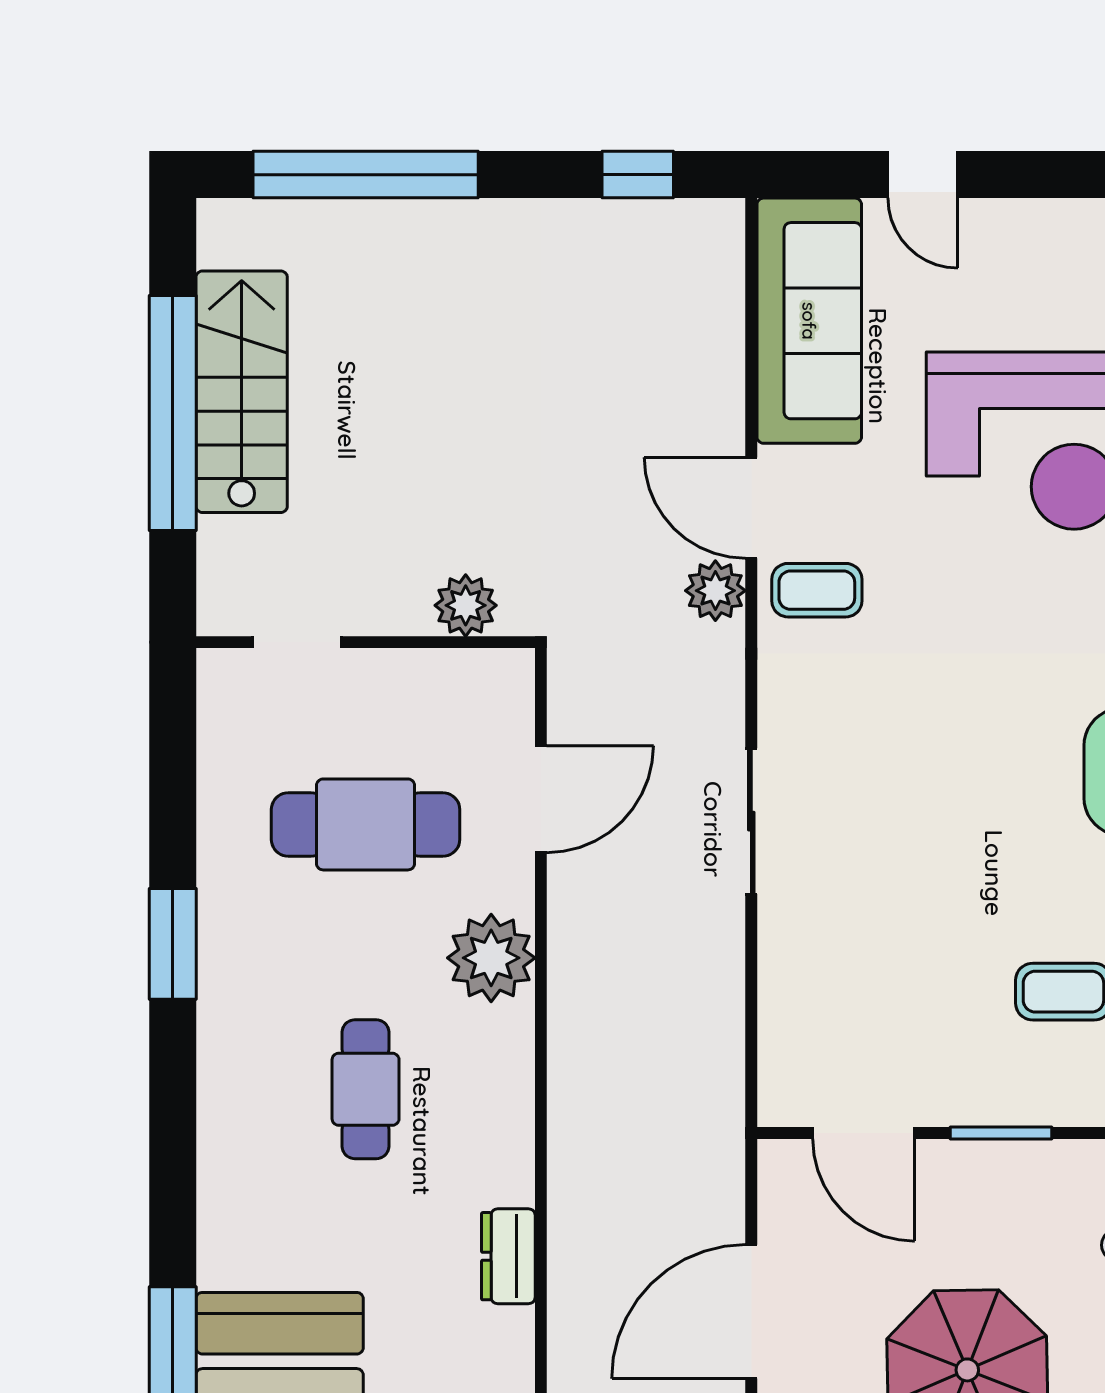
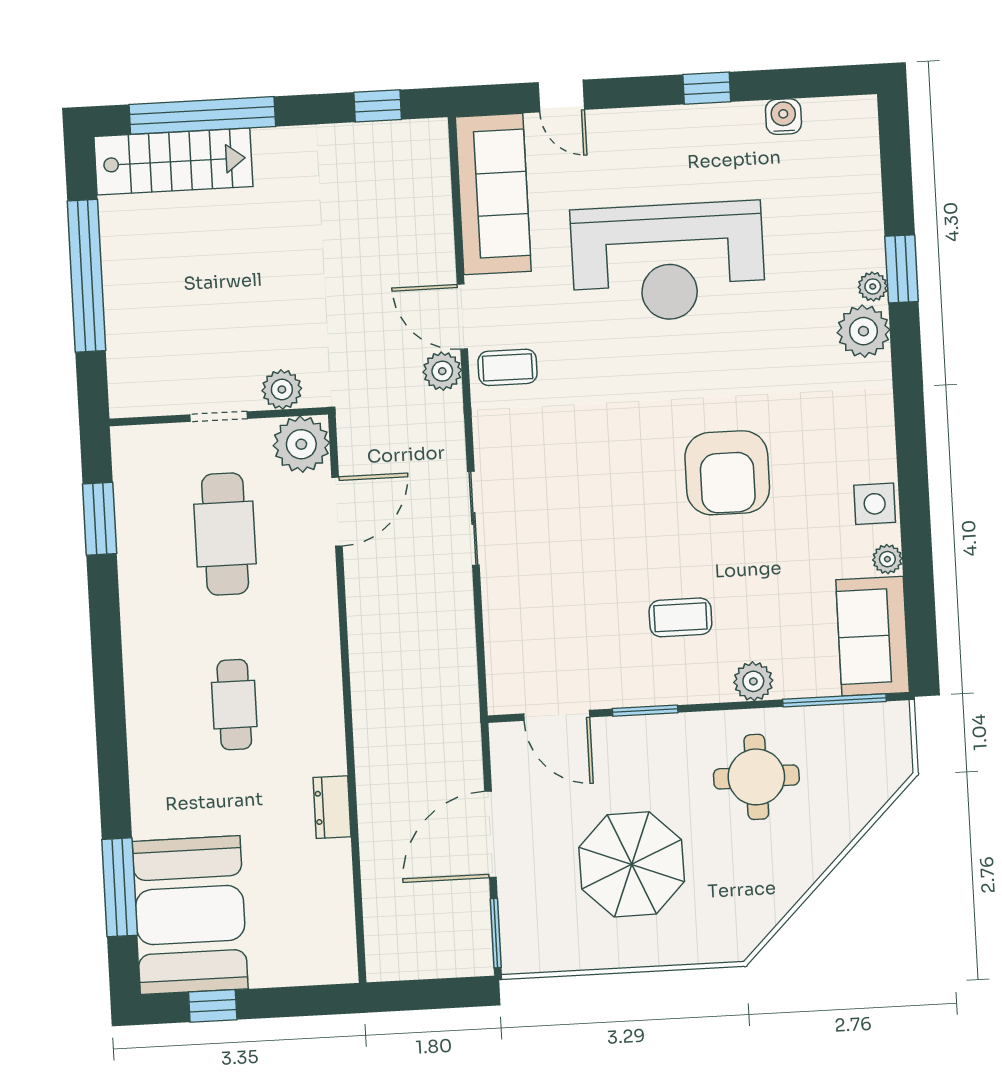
stairs: (242, 392) -> (173, 162), moved, turned 90
doorway: (297, 642) -> (219, 417), moved
cafe table: (366, 824) -> (225, 534), turned 90
window: (173, 944) -> (100, 519), moved
plant: (491, 958) -> (301, 444), moved

